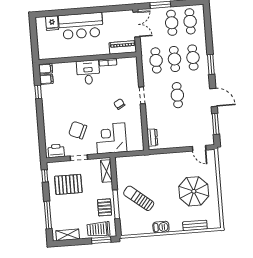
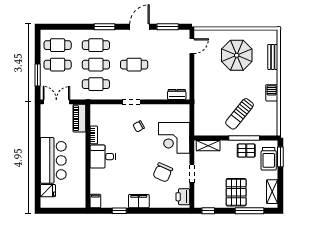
filing cabinet: (46, 79) -> (139, 201), moved, width x2.00
pallet: (68, 184) -> (236, 192), moved

